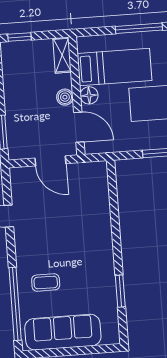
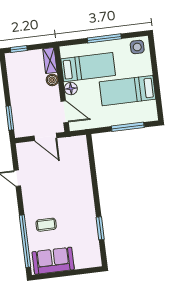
boiler: (65, 97) -> (52, 80), moved
sofa: (63, 332) -> (53, 261), width x0.73

